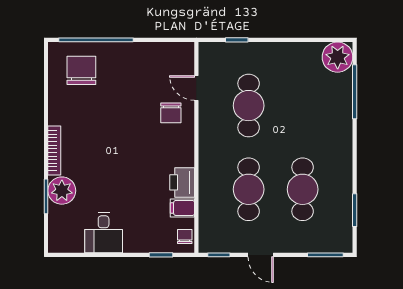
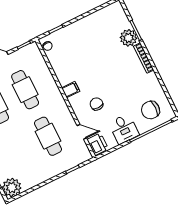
chair: (81, 70) -> (151, 110), turned 90
chair: (171, 113) -> (97, 104), moved
printer: (182, 182) -> (98, 144), moved
filing cabinet: (182, 208) -> (71, 90), moved
desk: (104, 233) -> (124, 129), moved, turned 180

